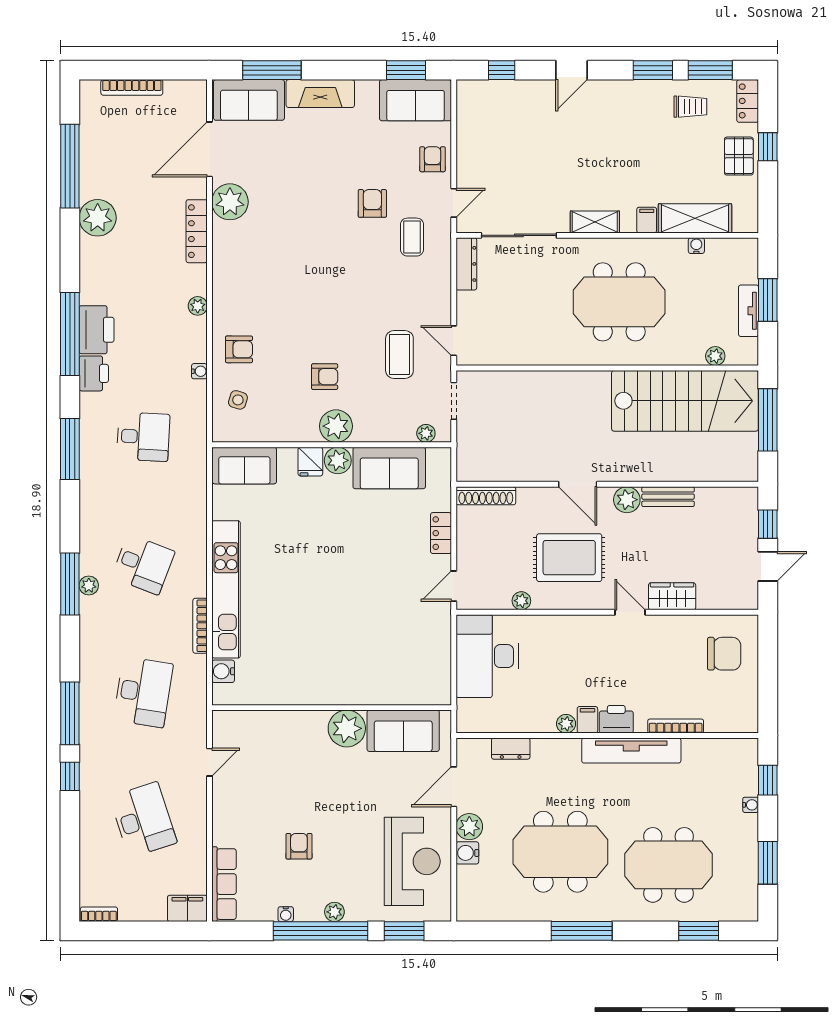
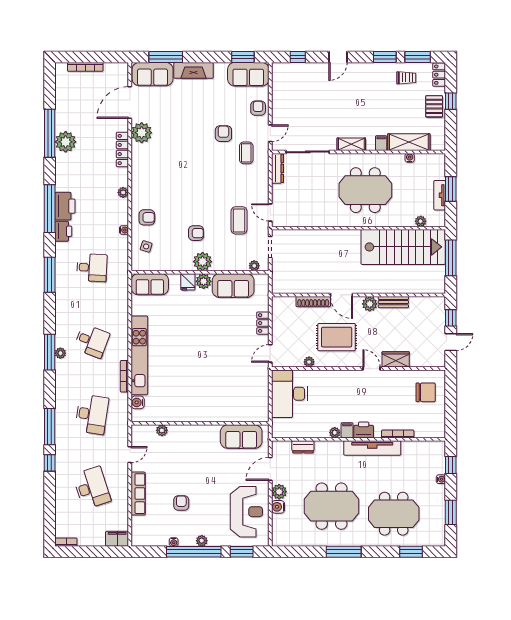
window: (70, 166) -> (50, 133), moved
shoe rack: (486, 496) -> (313, 302), moved
plant: (347, 728) -> (162, 430), moved, width x0.53, depth x0.53
row of seats: (224, 884) -> (138, 494), moved

